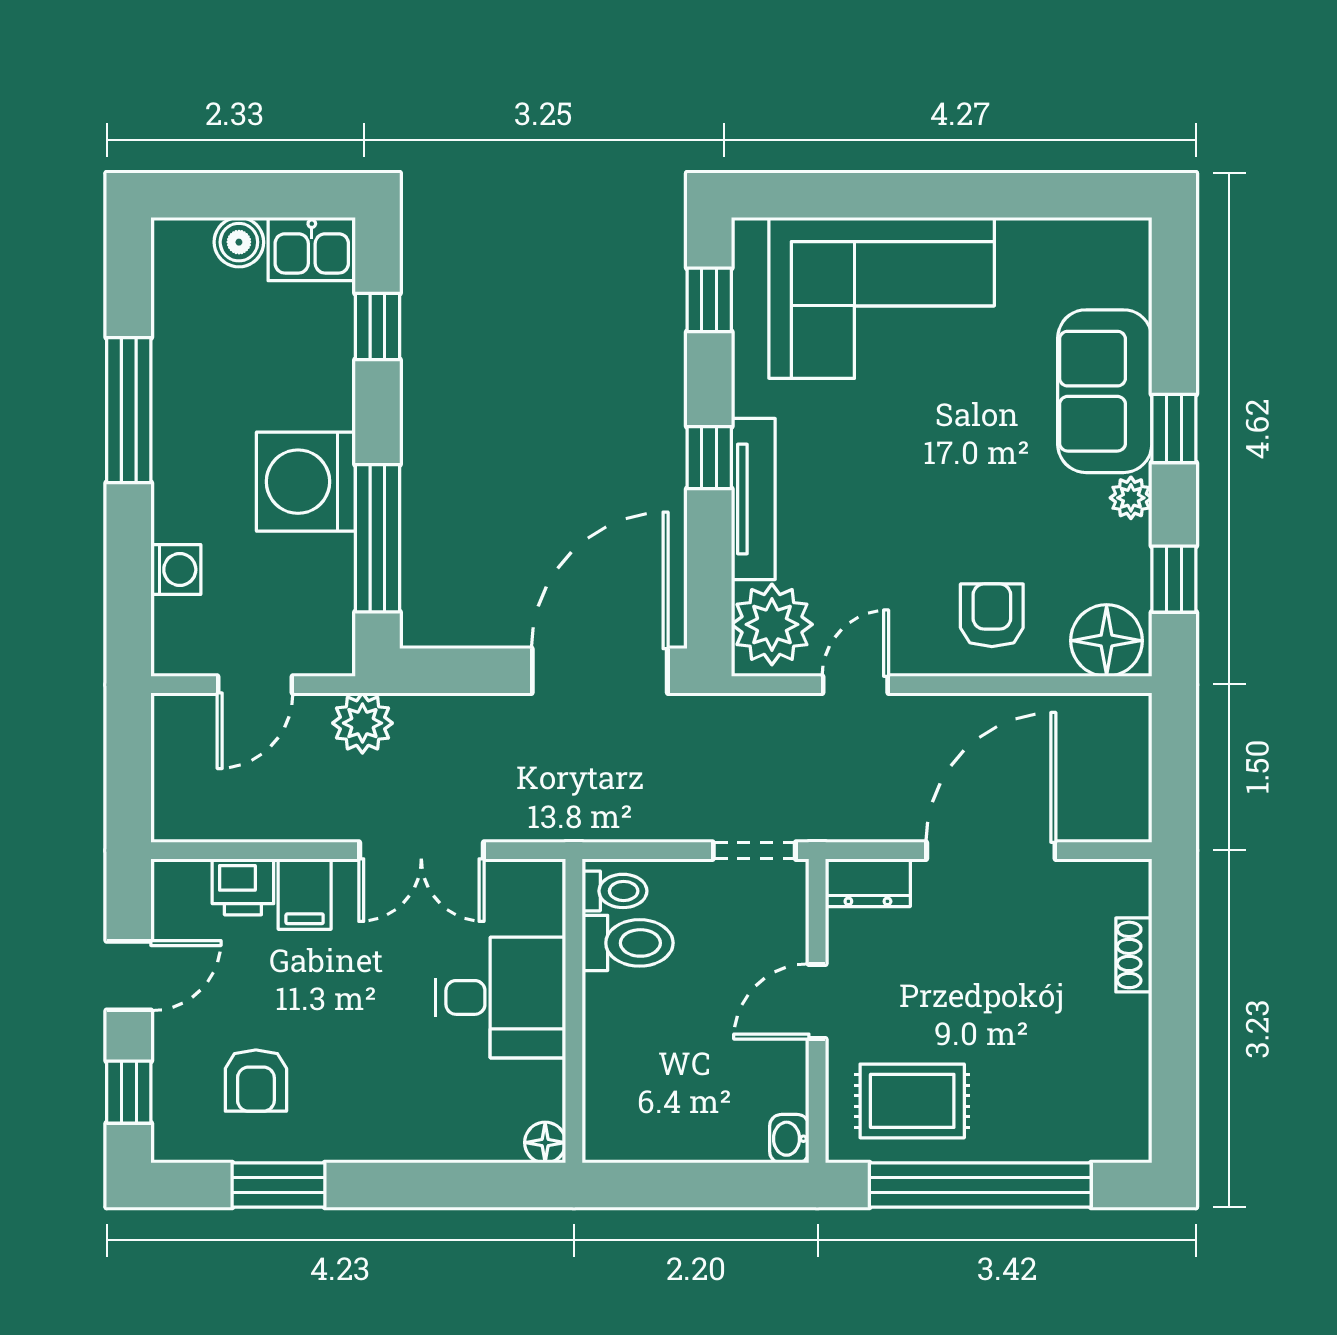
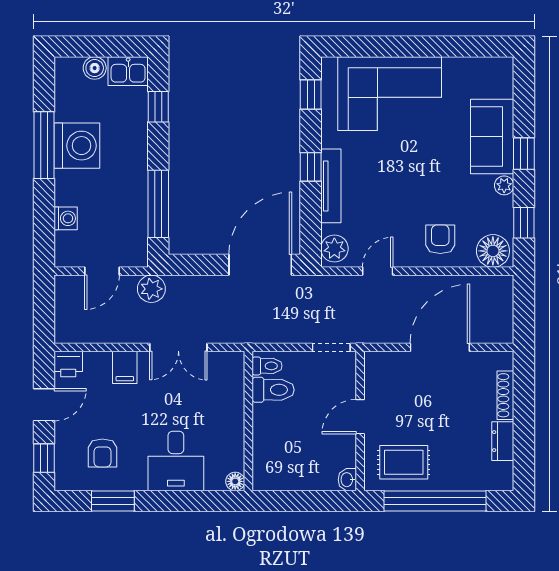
washing machine: (306, 482) -> (77, 146), moved, turned 180
plant: (772, 624) -> (334, 249), width x0.73, depth x0.73
dresser: (868, 883) -> (503, 441), moved, turned 90
printer: (243, 887) -> (68, 364), moved
shoe rack: (1134, 955) -> (505, 395), width x1.43
desk: (501, 997) -> (176, 461), moved, turned 90

